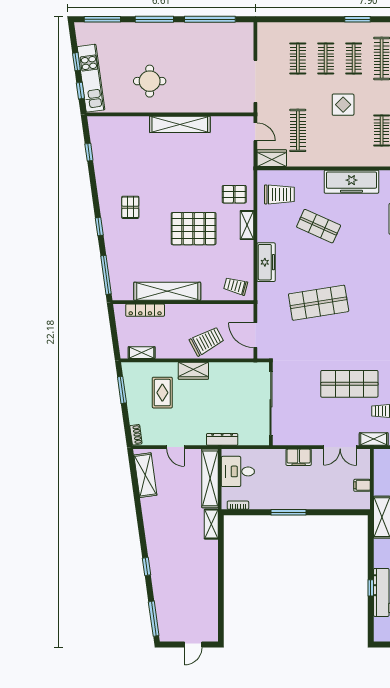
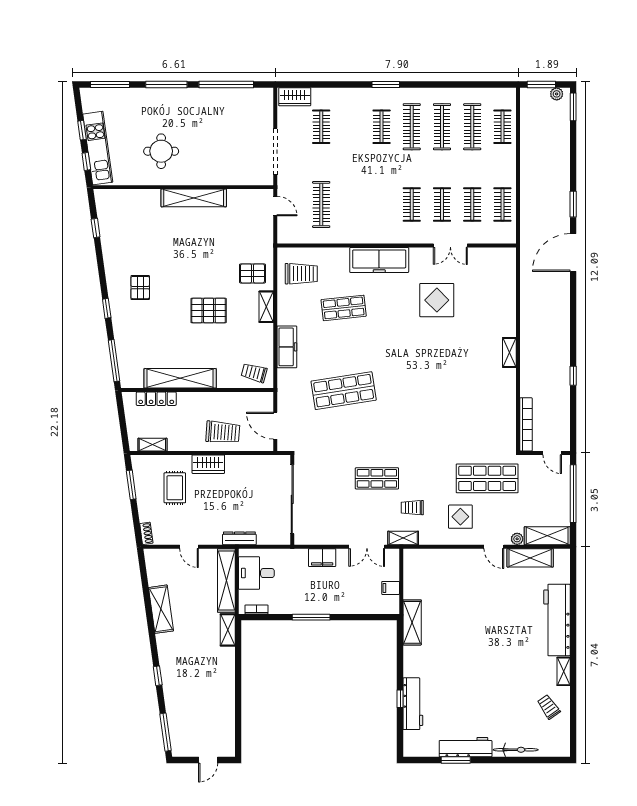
clothes rail: (326, 58) -> (351, 127), removed
display table: (343, 105) -> (370, 177), removed
wardrobe: (272, 158) -> (295, 97), moved, turned 180
shop shelf: (319, 226) -> (344, 308), turned -30
pallet: (194, 229) -> (209, 311), width x0.73, depth x0.71
trolley: (207, 341) -> (223, 432), turned 32
shop shelf: (349, 384) -> (377, 478), width x0.70, depth x0.74
shelving: (145, 475) -> (161, 609), moved

